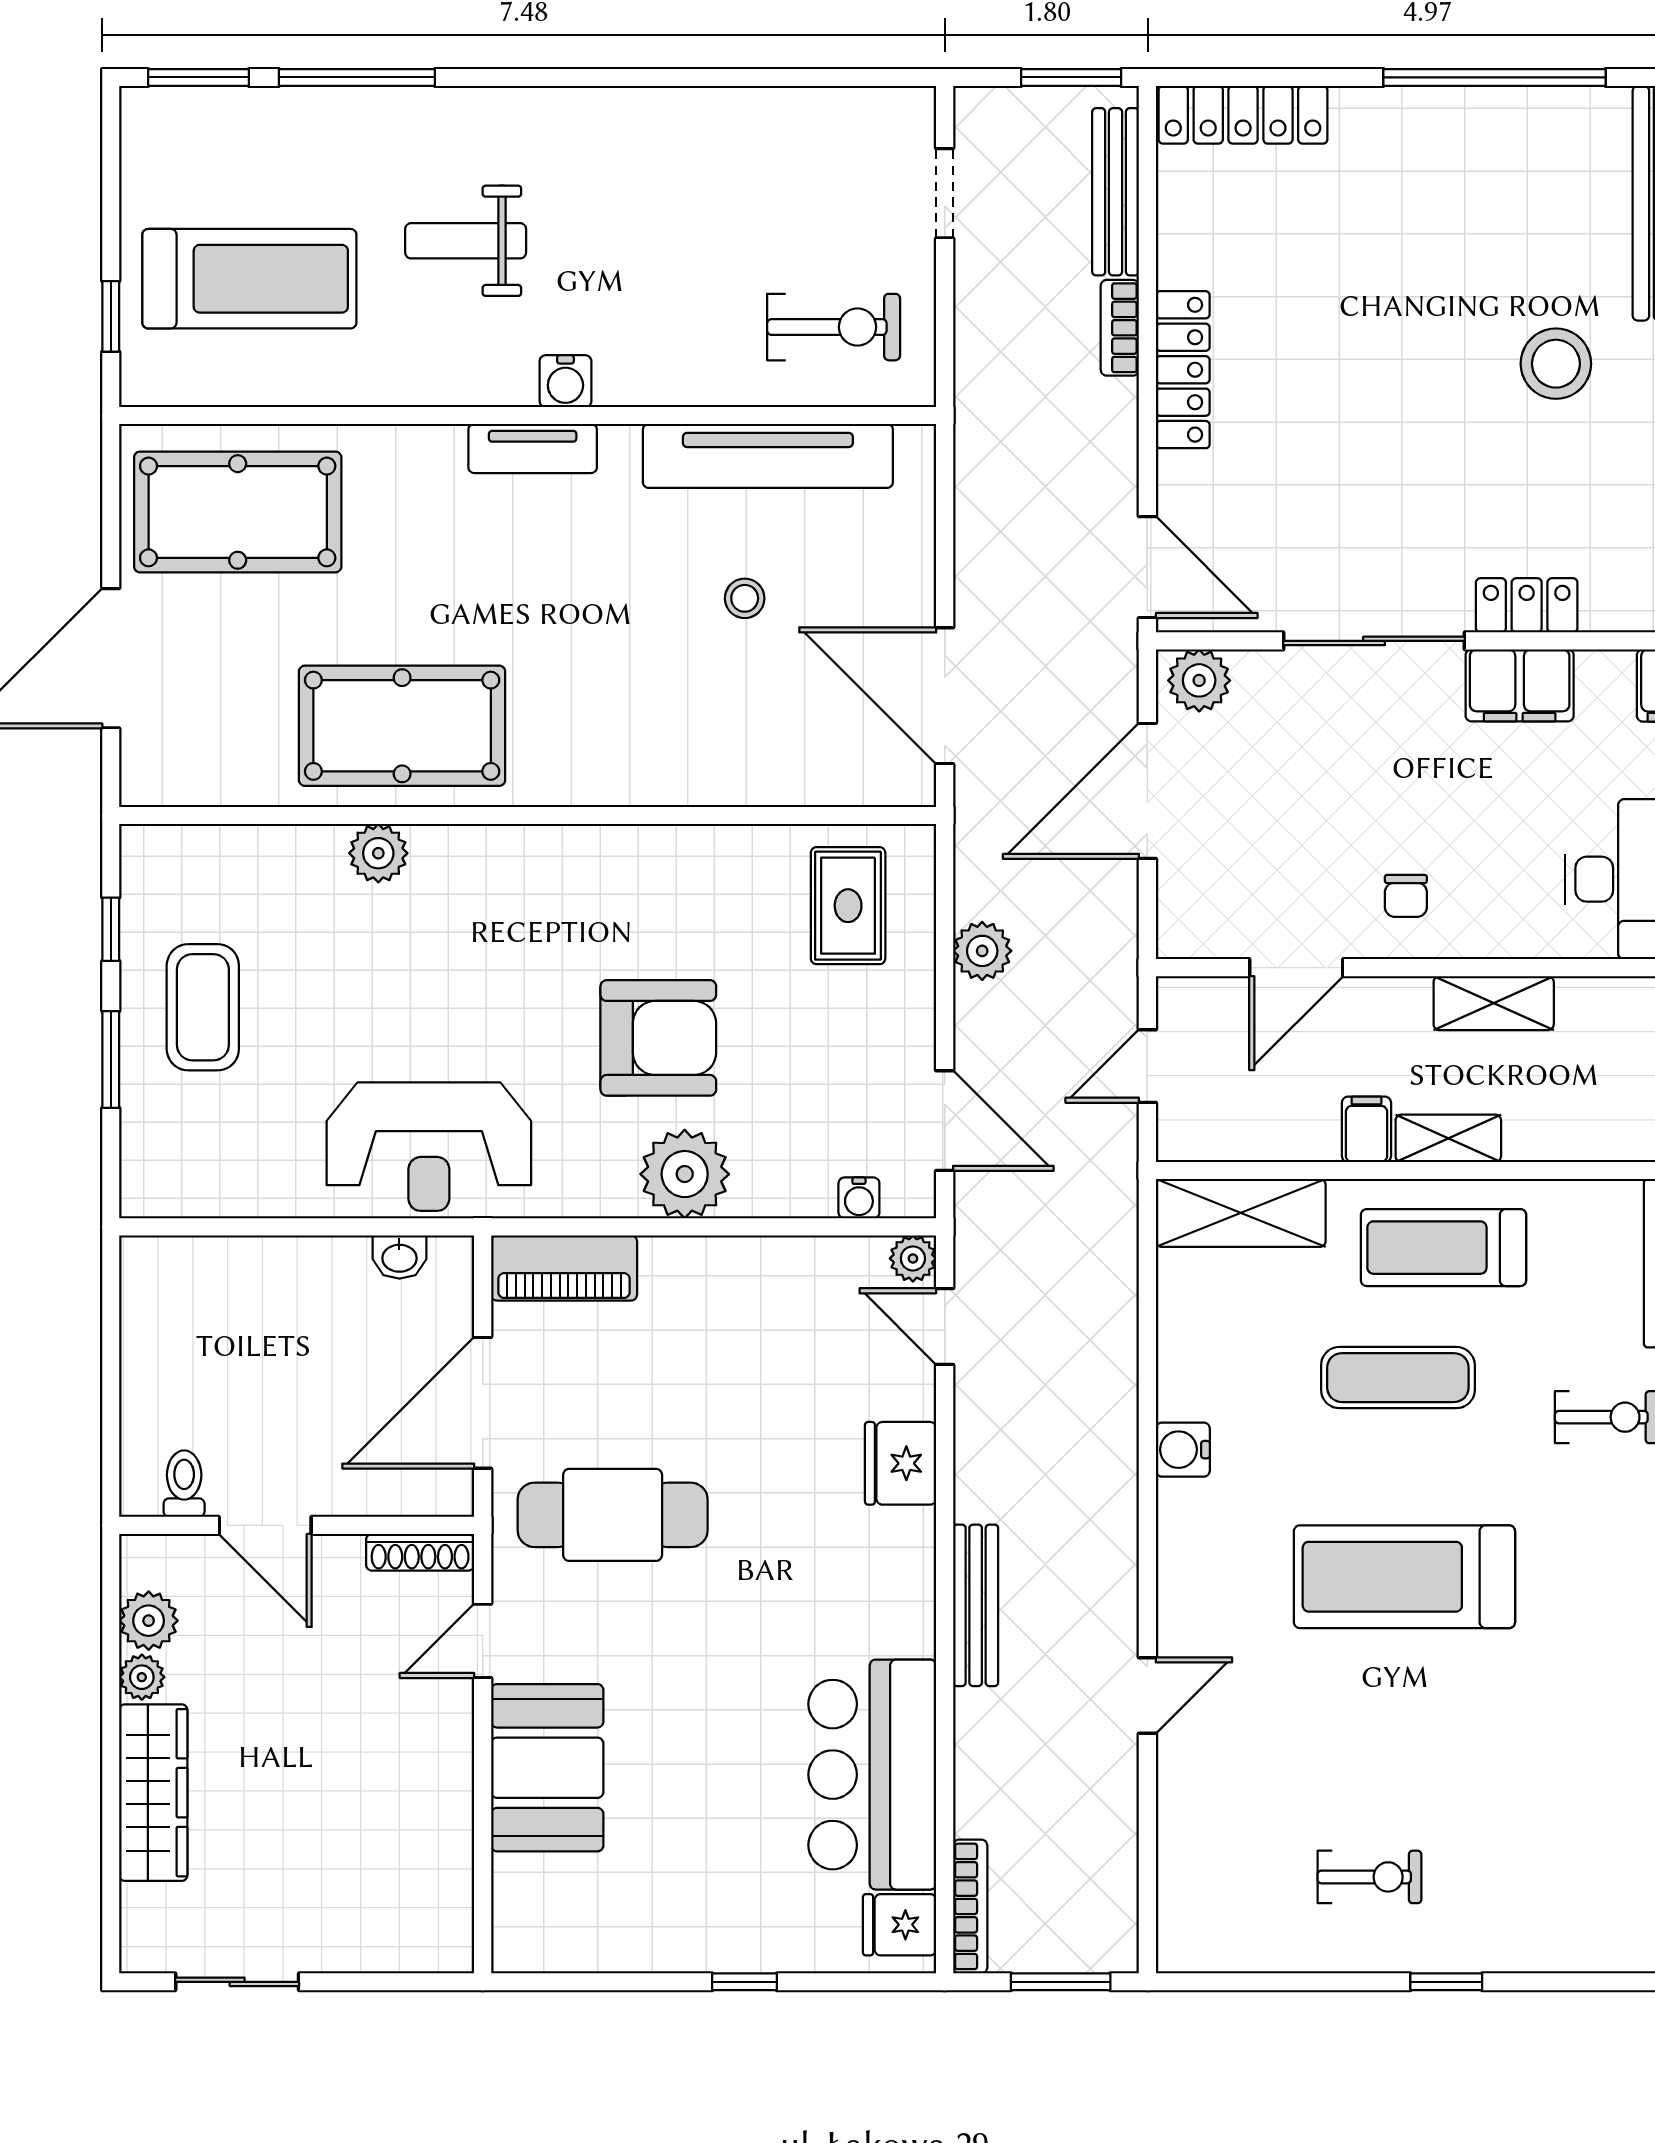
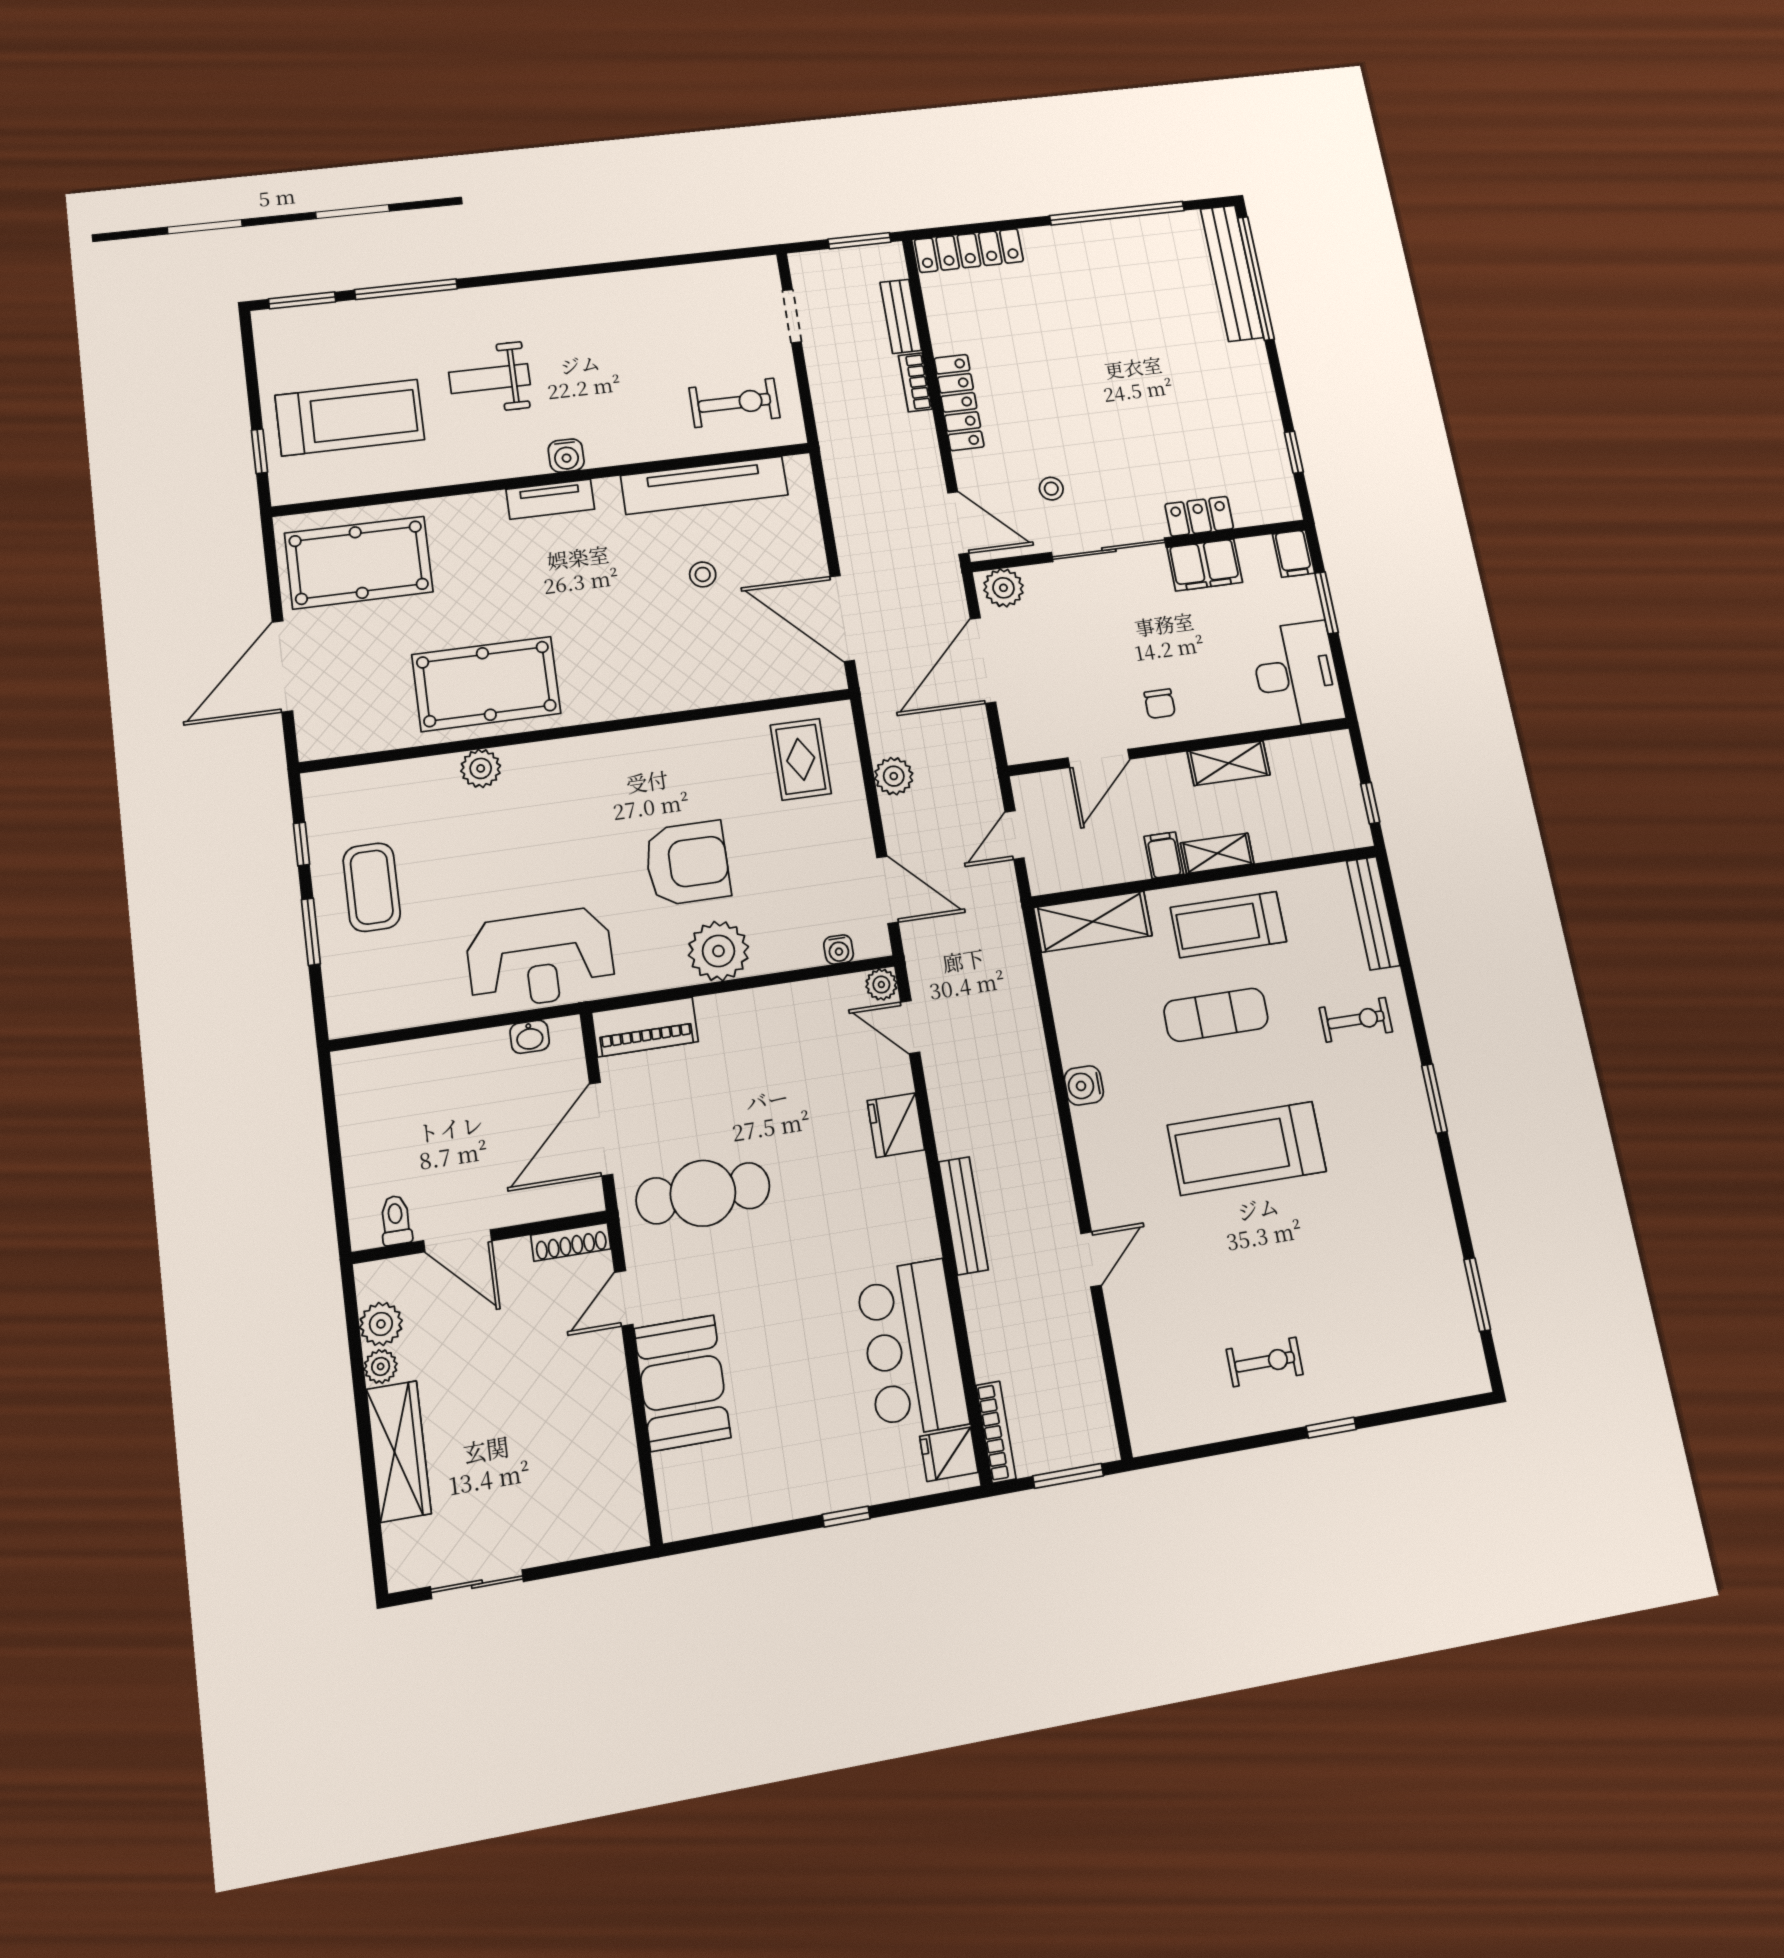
bench: (1116, 192) -> (901, 316), width x0.73
stool: (1556, 364) -> (1051, 489), moved, width x0.53, depth x0.53

